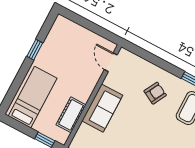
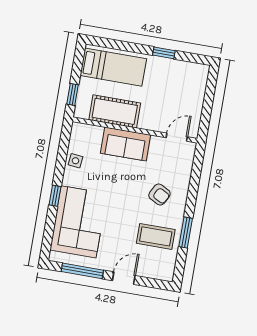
cot: (71, 115) -> (115, 111), width x1.37, depth x1.34

